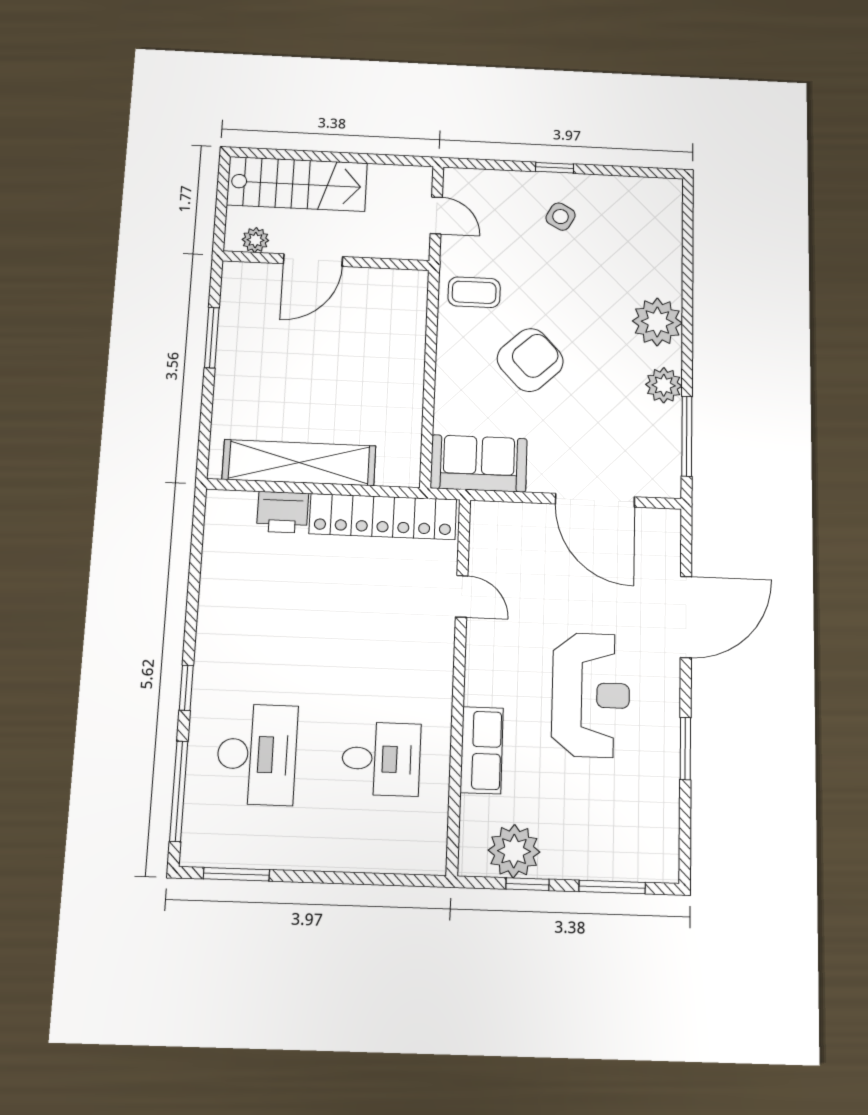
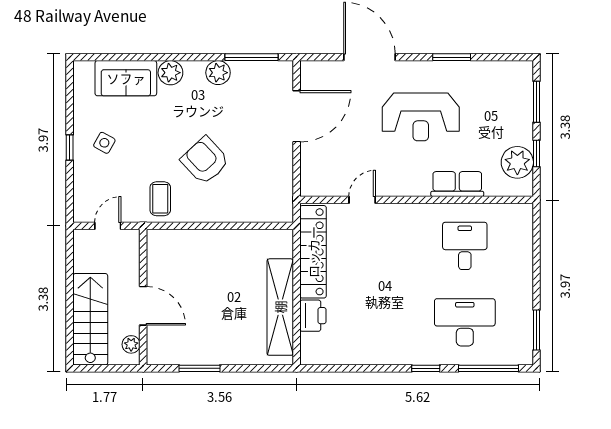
plant: (657, 322) -> (170, 73), width x0.73, depth x0.73
sofa: (479, 463) -> (126, 78), moved, turned -90
reception desk: (591, 695) -> (421, 117), turned 180

